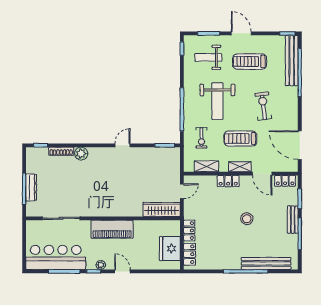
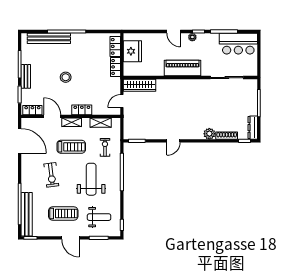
dresser: (31, 187) -> (253, 128), moved
bar counter: (56, 257) -> (238, 44), width x0.73

